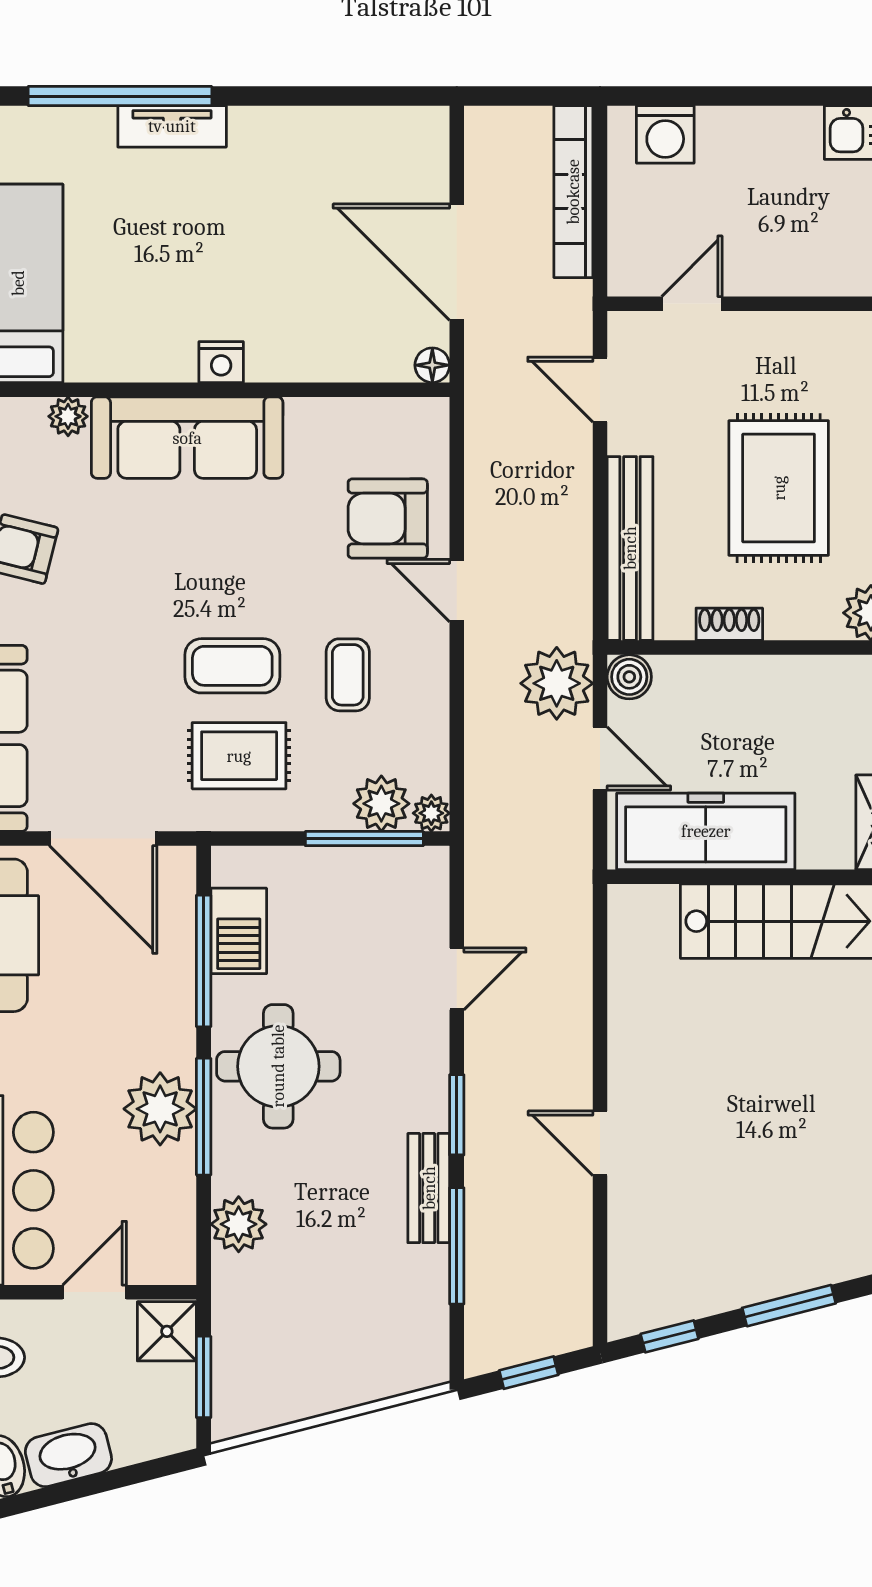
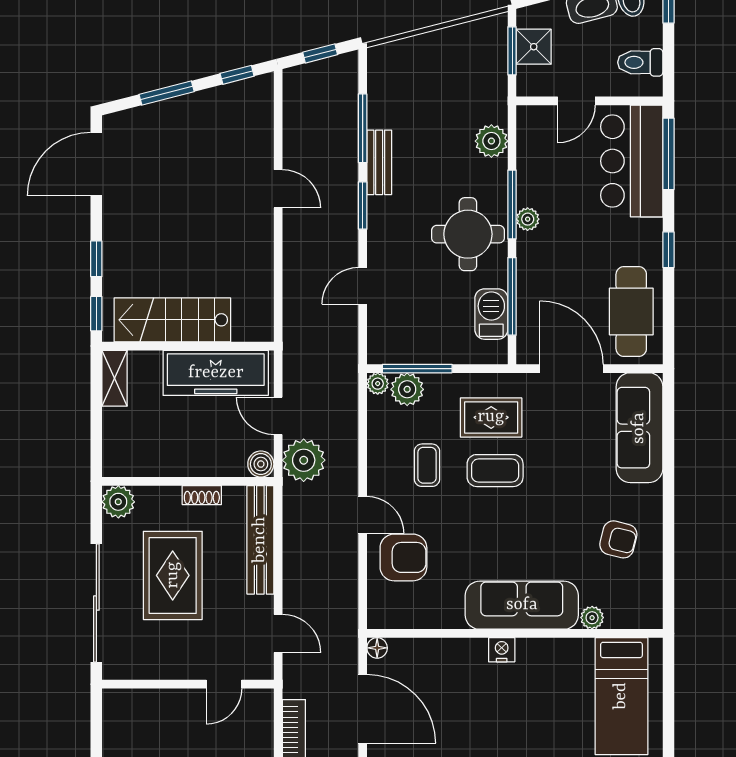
plant: (160, 1109) -> (528, 219), width x0.53, depth x0.53
shower: (167, 1331) -> (534, 47), moved

